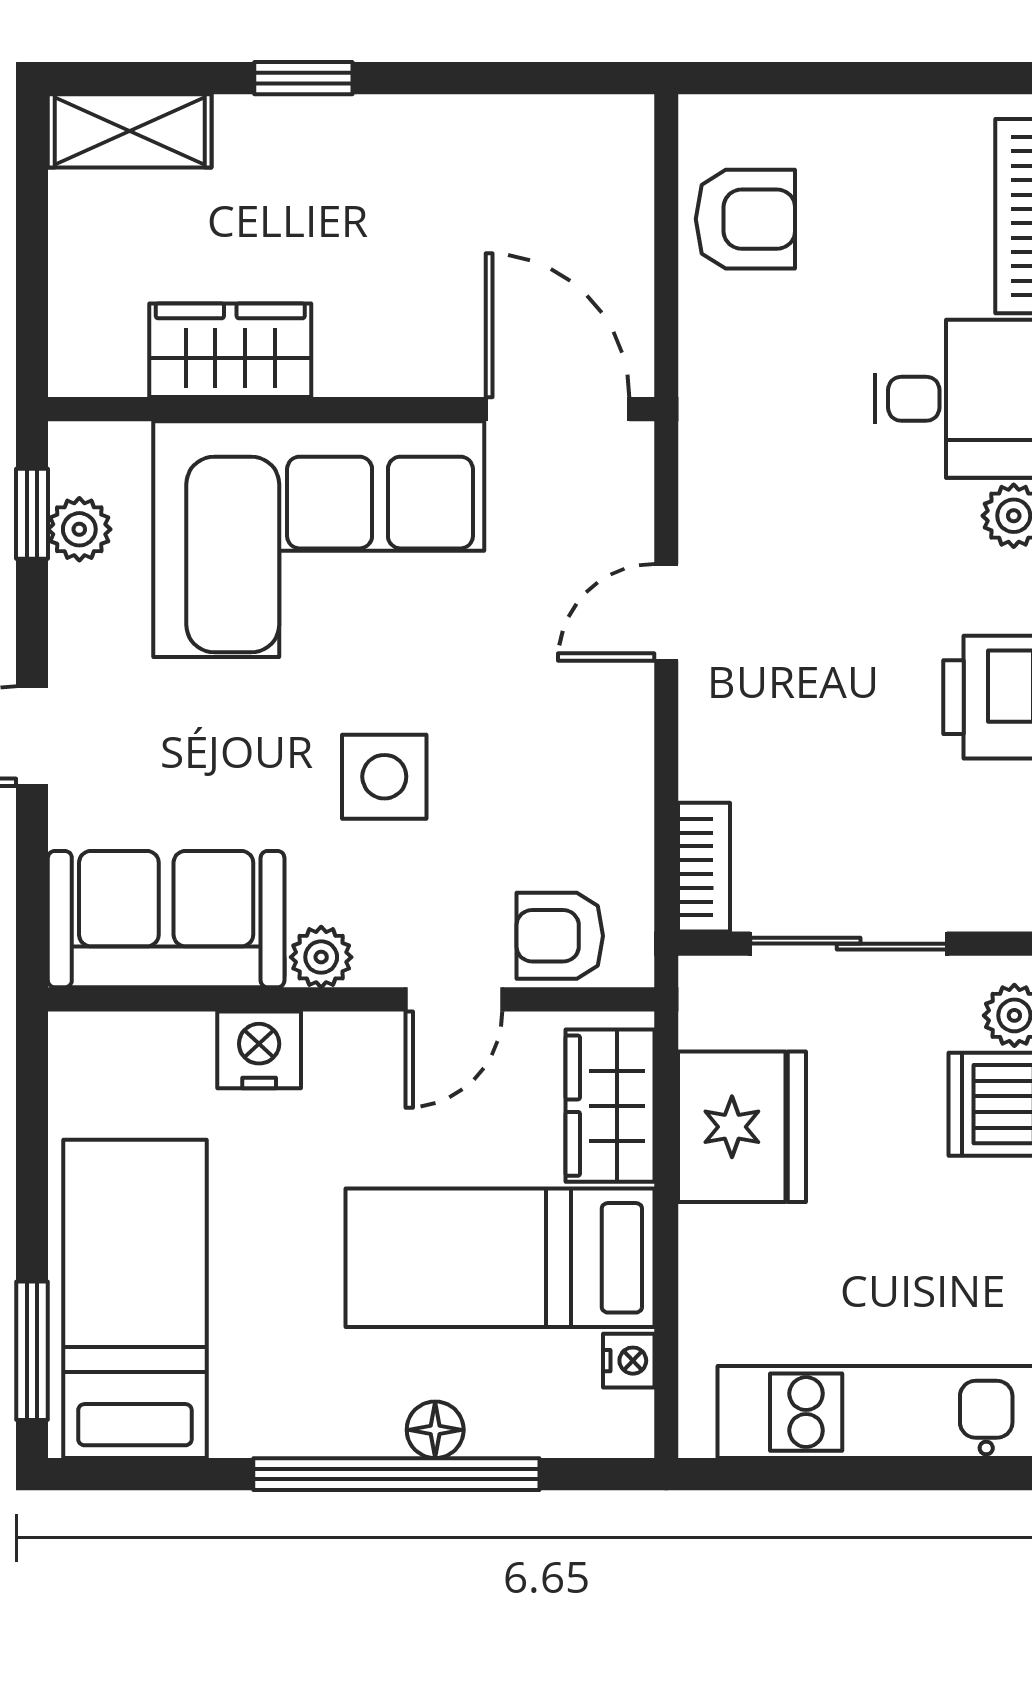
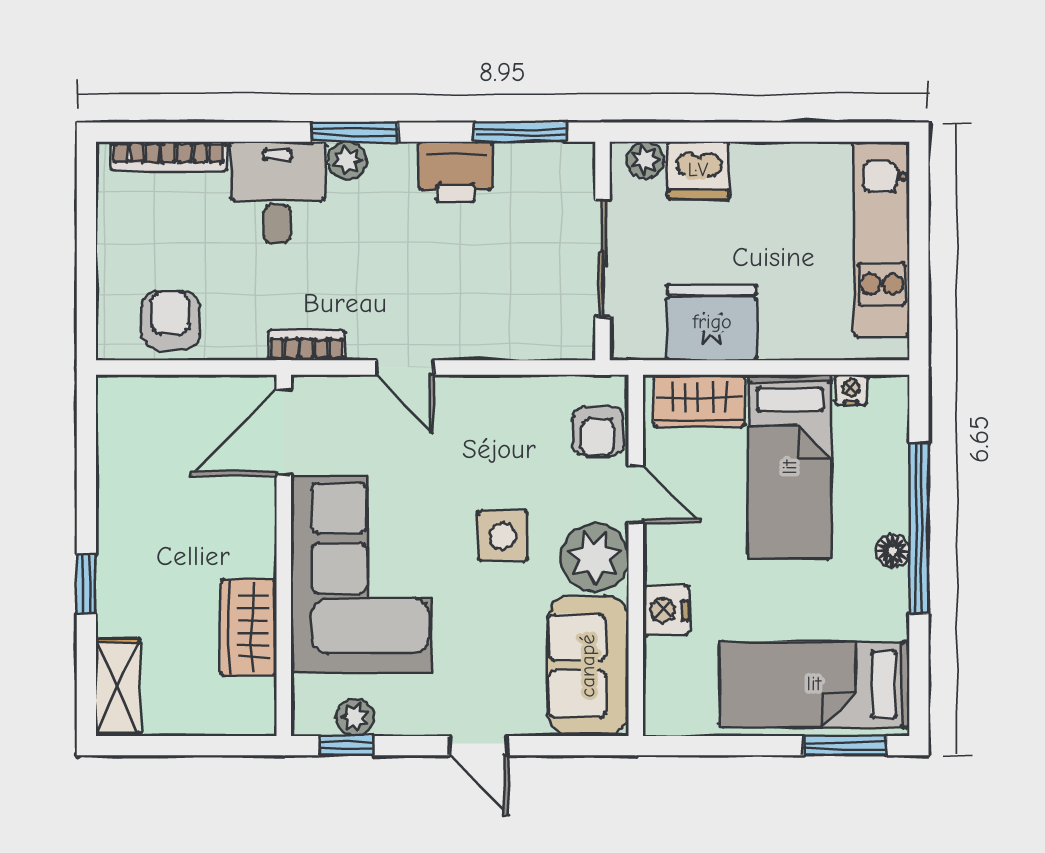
bookcase: (704, 867) -> (307, 345), moved
plant: (321, 957) -> (595, 557), width x1.87, depth x1.87
floor lamp: (435, 1430) -> (892, 551), moved

